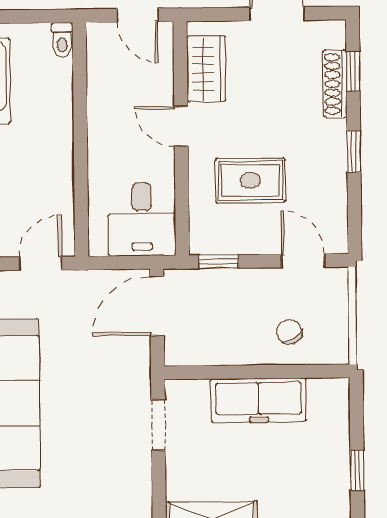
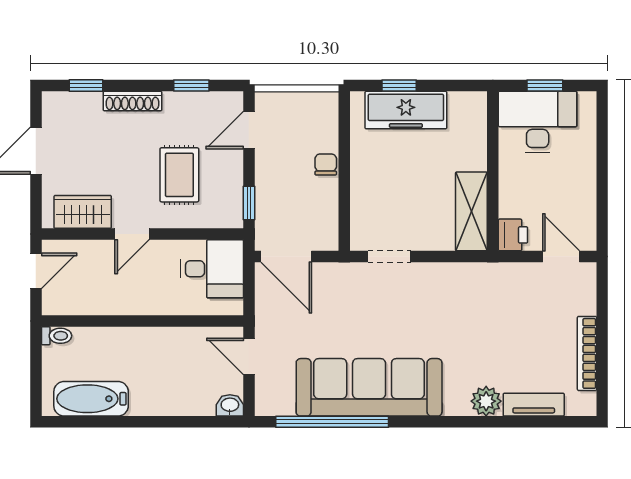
shoe rack: (335, 84) -> (132, 101), moved
window: (354, 152) -> (191, 86), moved
chair: (289, 332) -> (326, 165), moved, turned 122
freezer: (259, 400) -> (406, 110), moved, turned 90
window: (357, 470) -> (399, 86), moved

